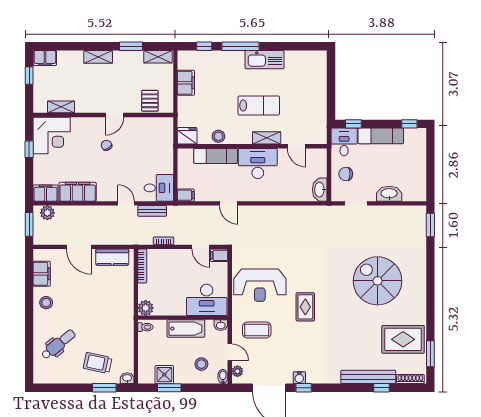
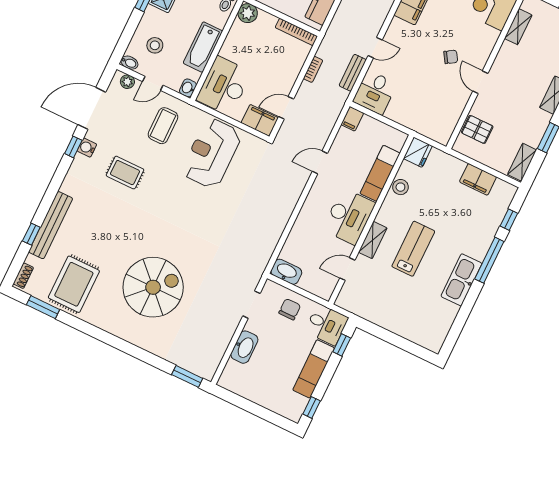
lab bench: (259, 105) -> (413, 249), turned 180
filing cabinet: (219, 255) -> (260, 120), width x2.00
rug: (305, 307) -> (125, 173), moved
shoe rack: (410, 379) -> (23, 276), width x0.70

